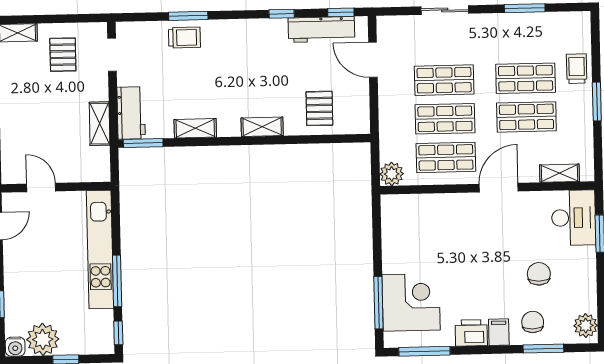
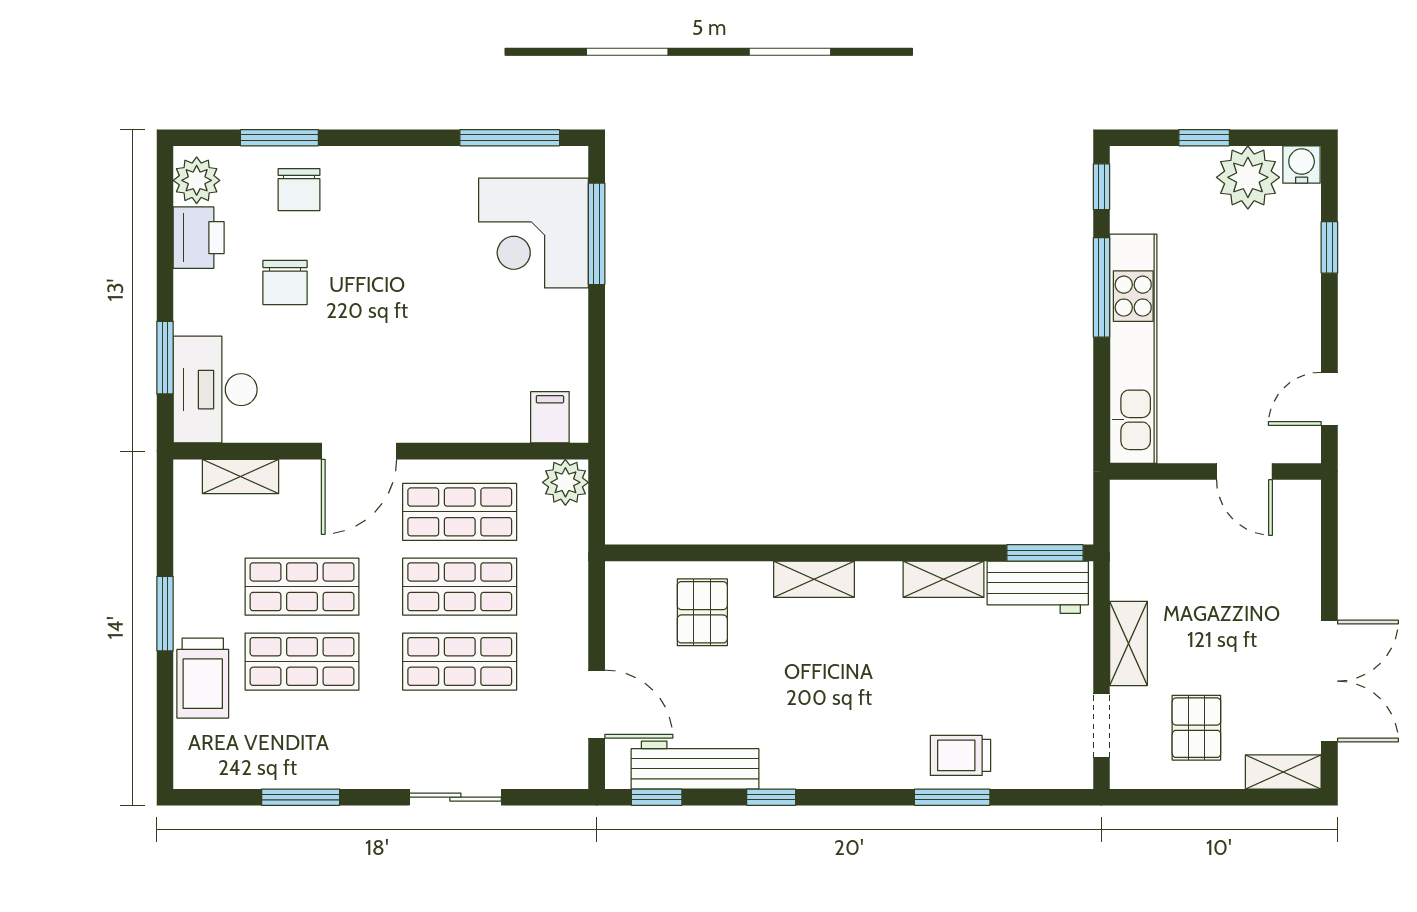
trolley: (577, 69) -> (203, 678), width x1.36, depth x1.39
workbench: (131, 113) -> (1038, 587), moved, turned -90
shelving: (100, 124) -> (1129, 643), moved
filing cabinet: (499, 332) -> (550, 417), moved, turned 180
printer: (471, 333) -> (199, 238), moved, turned -90

